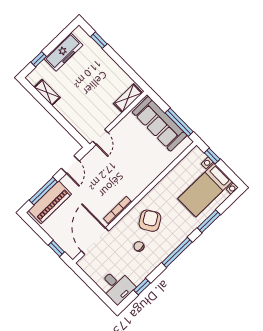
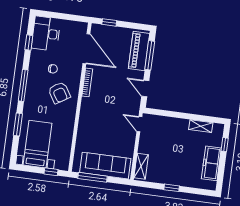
window: (99, 40) -> (172, 188), moved
desk: (117, 286) -> (46, 34), width x1.37

